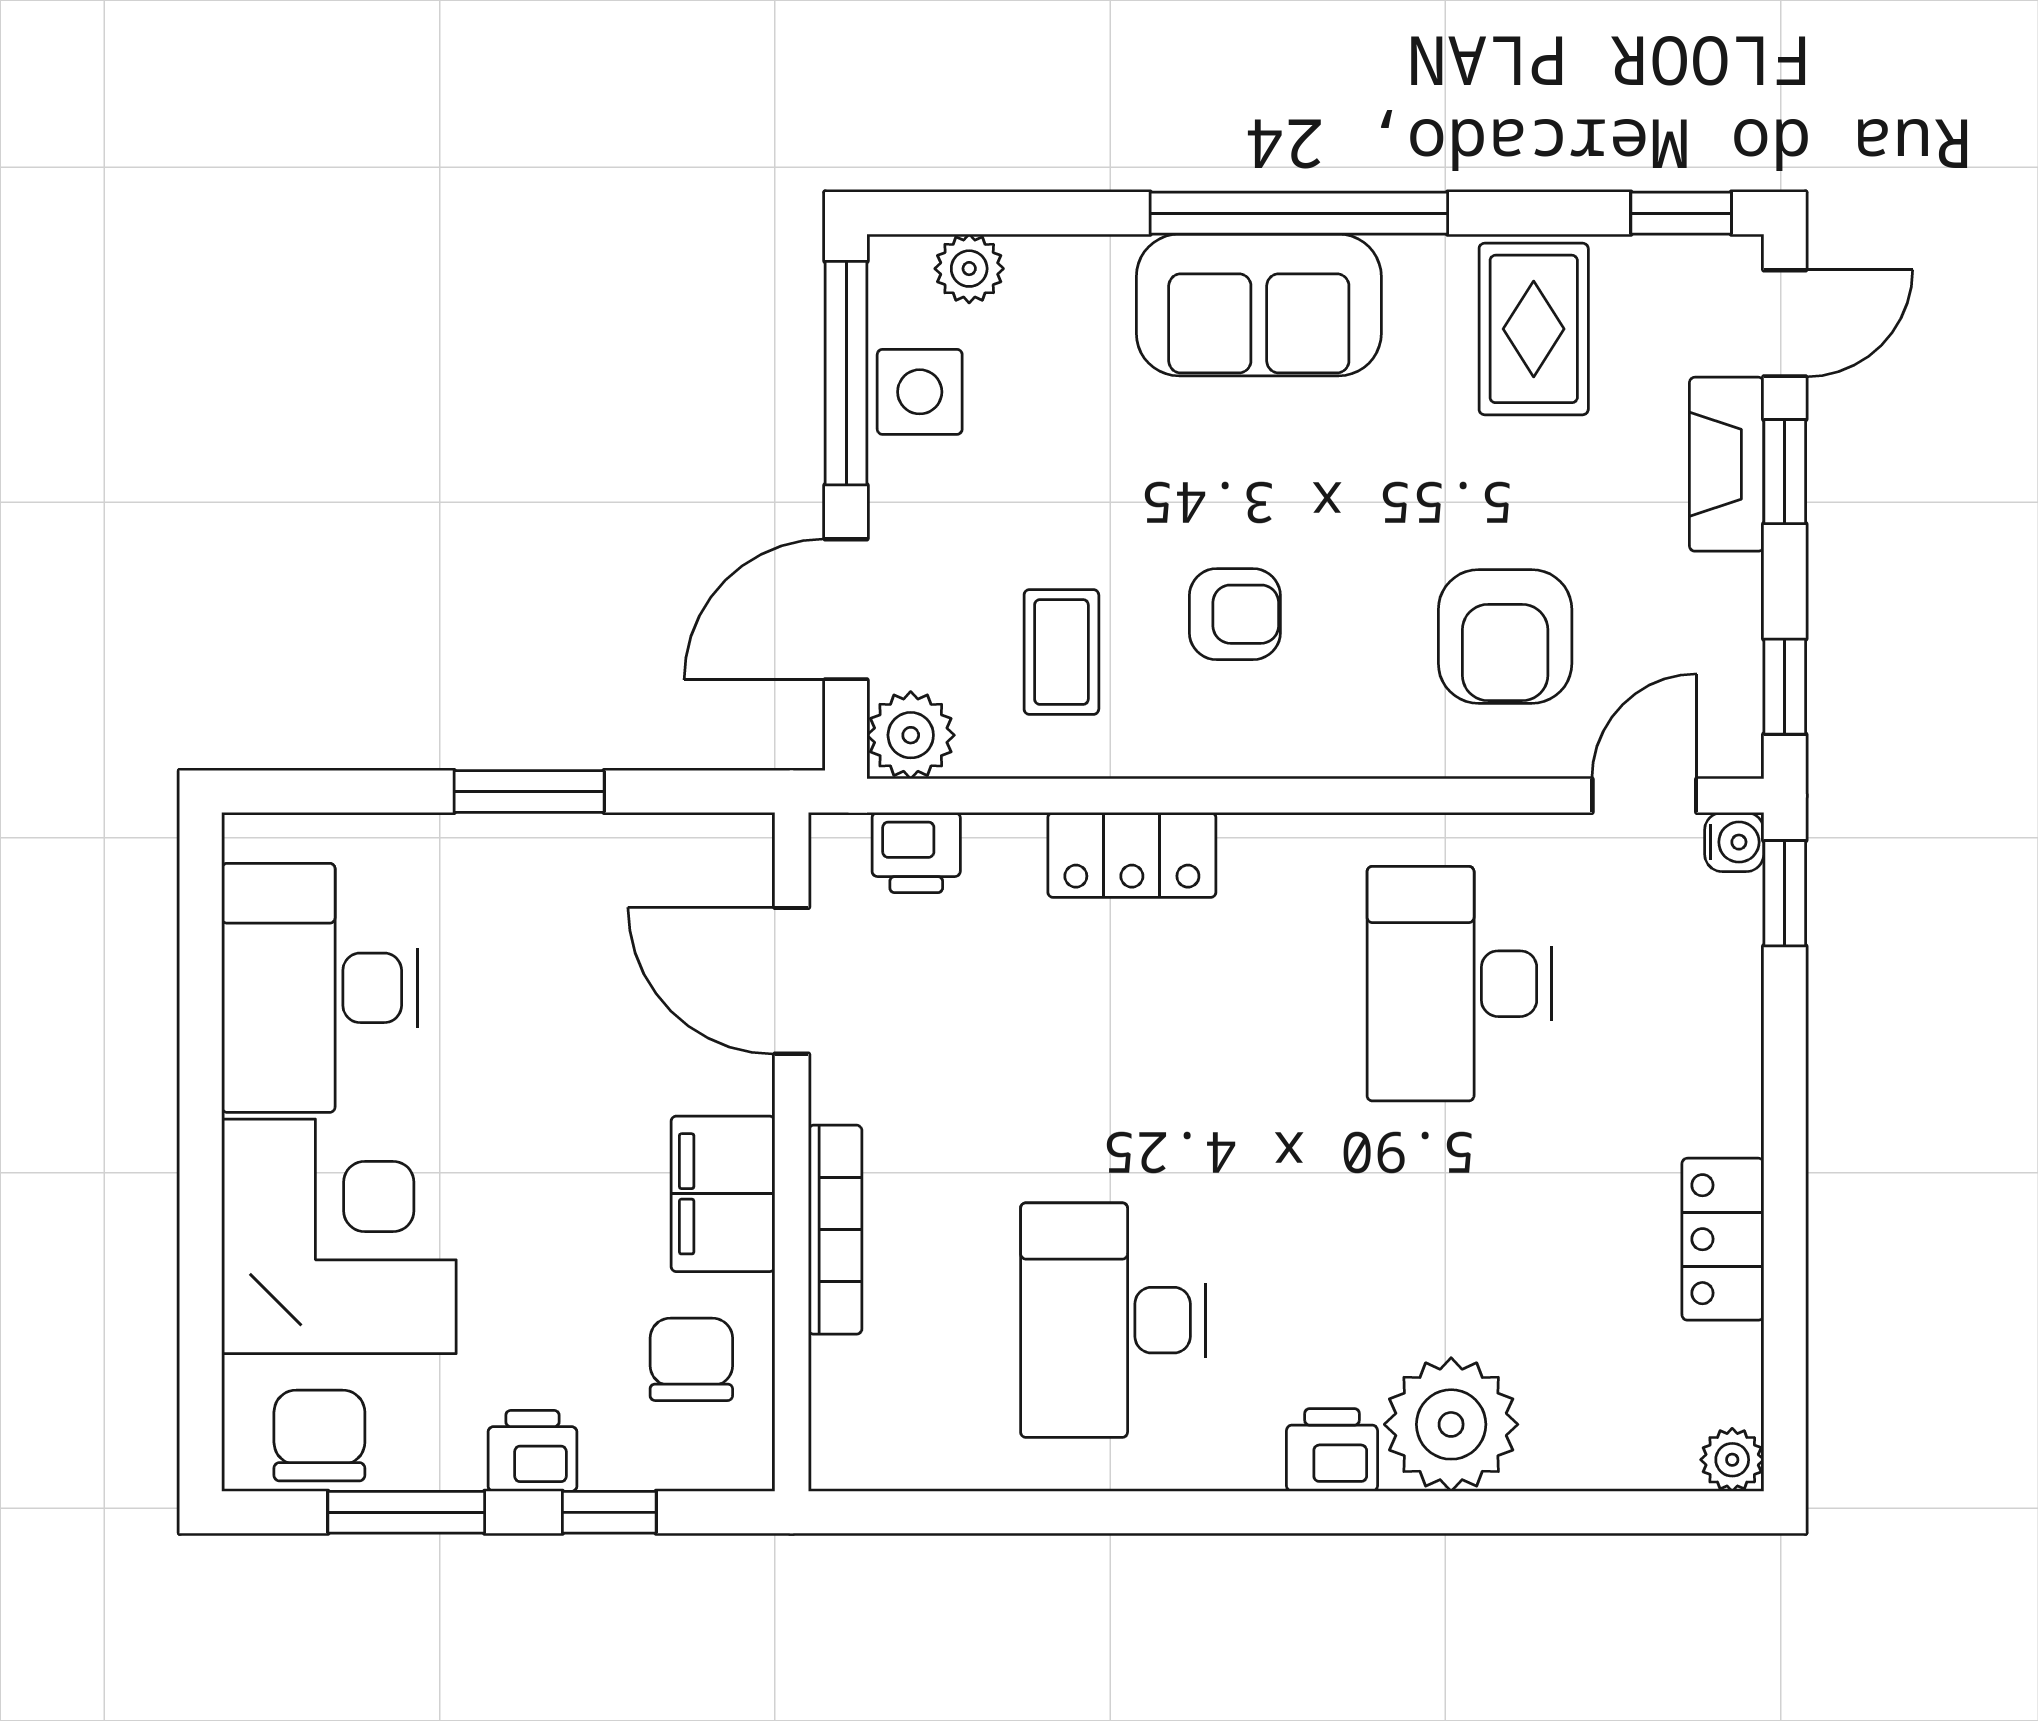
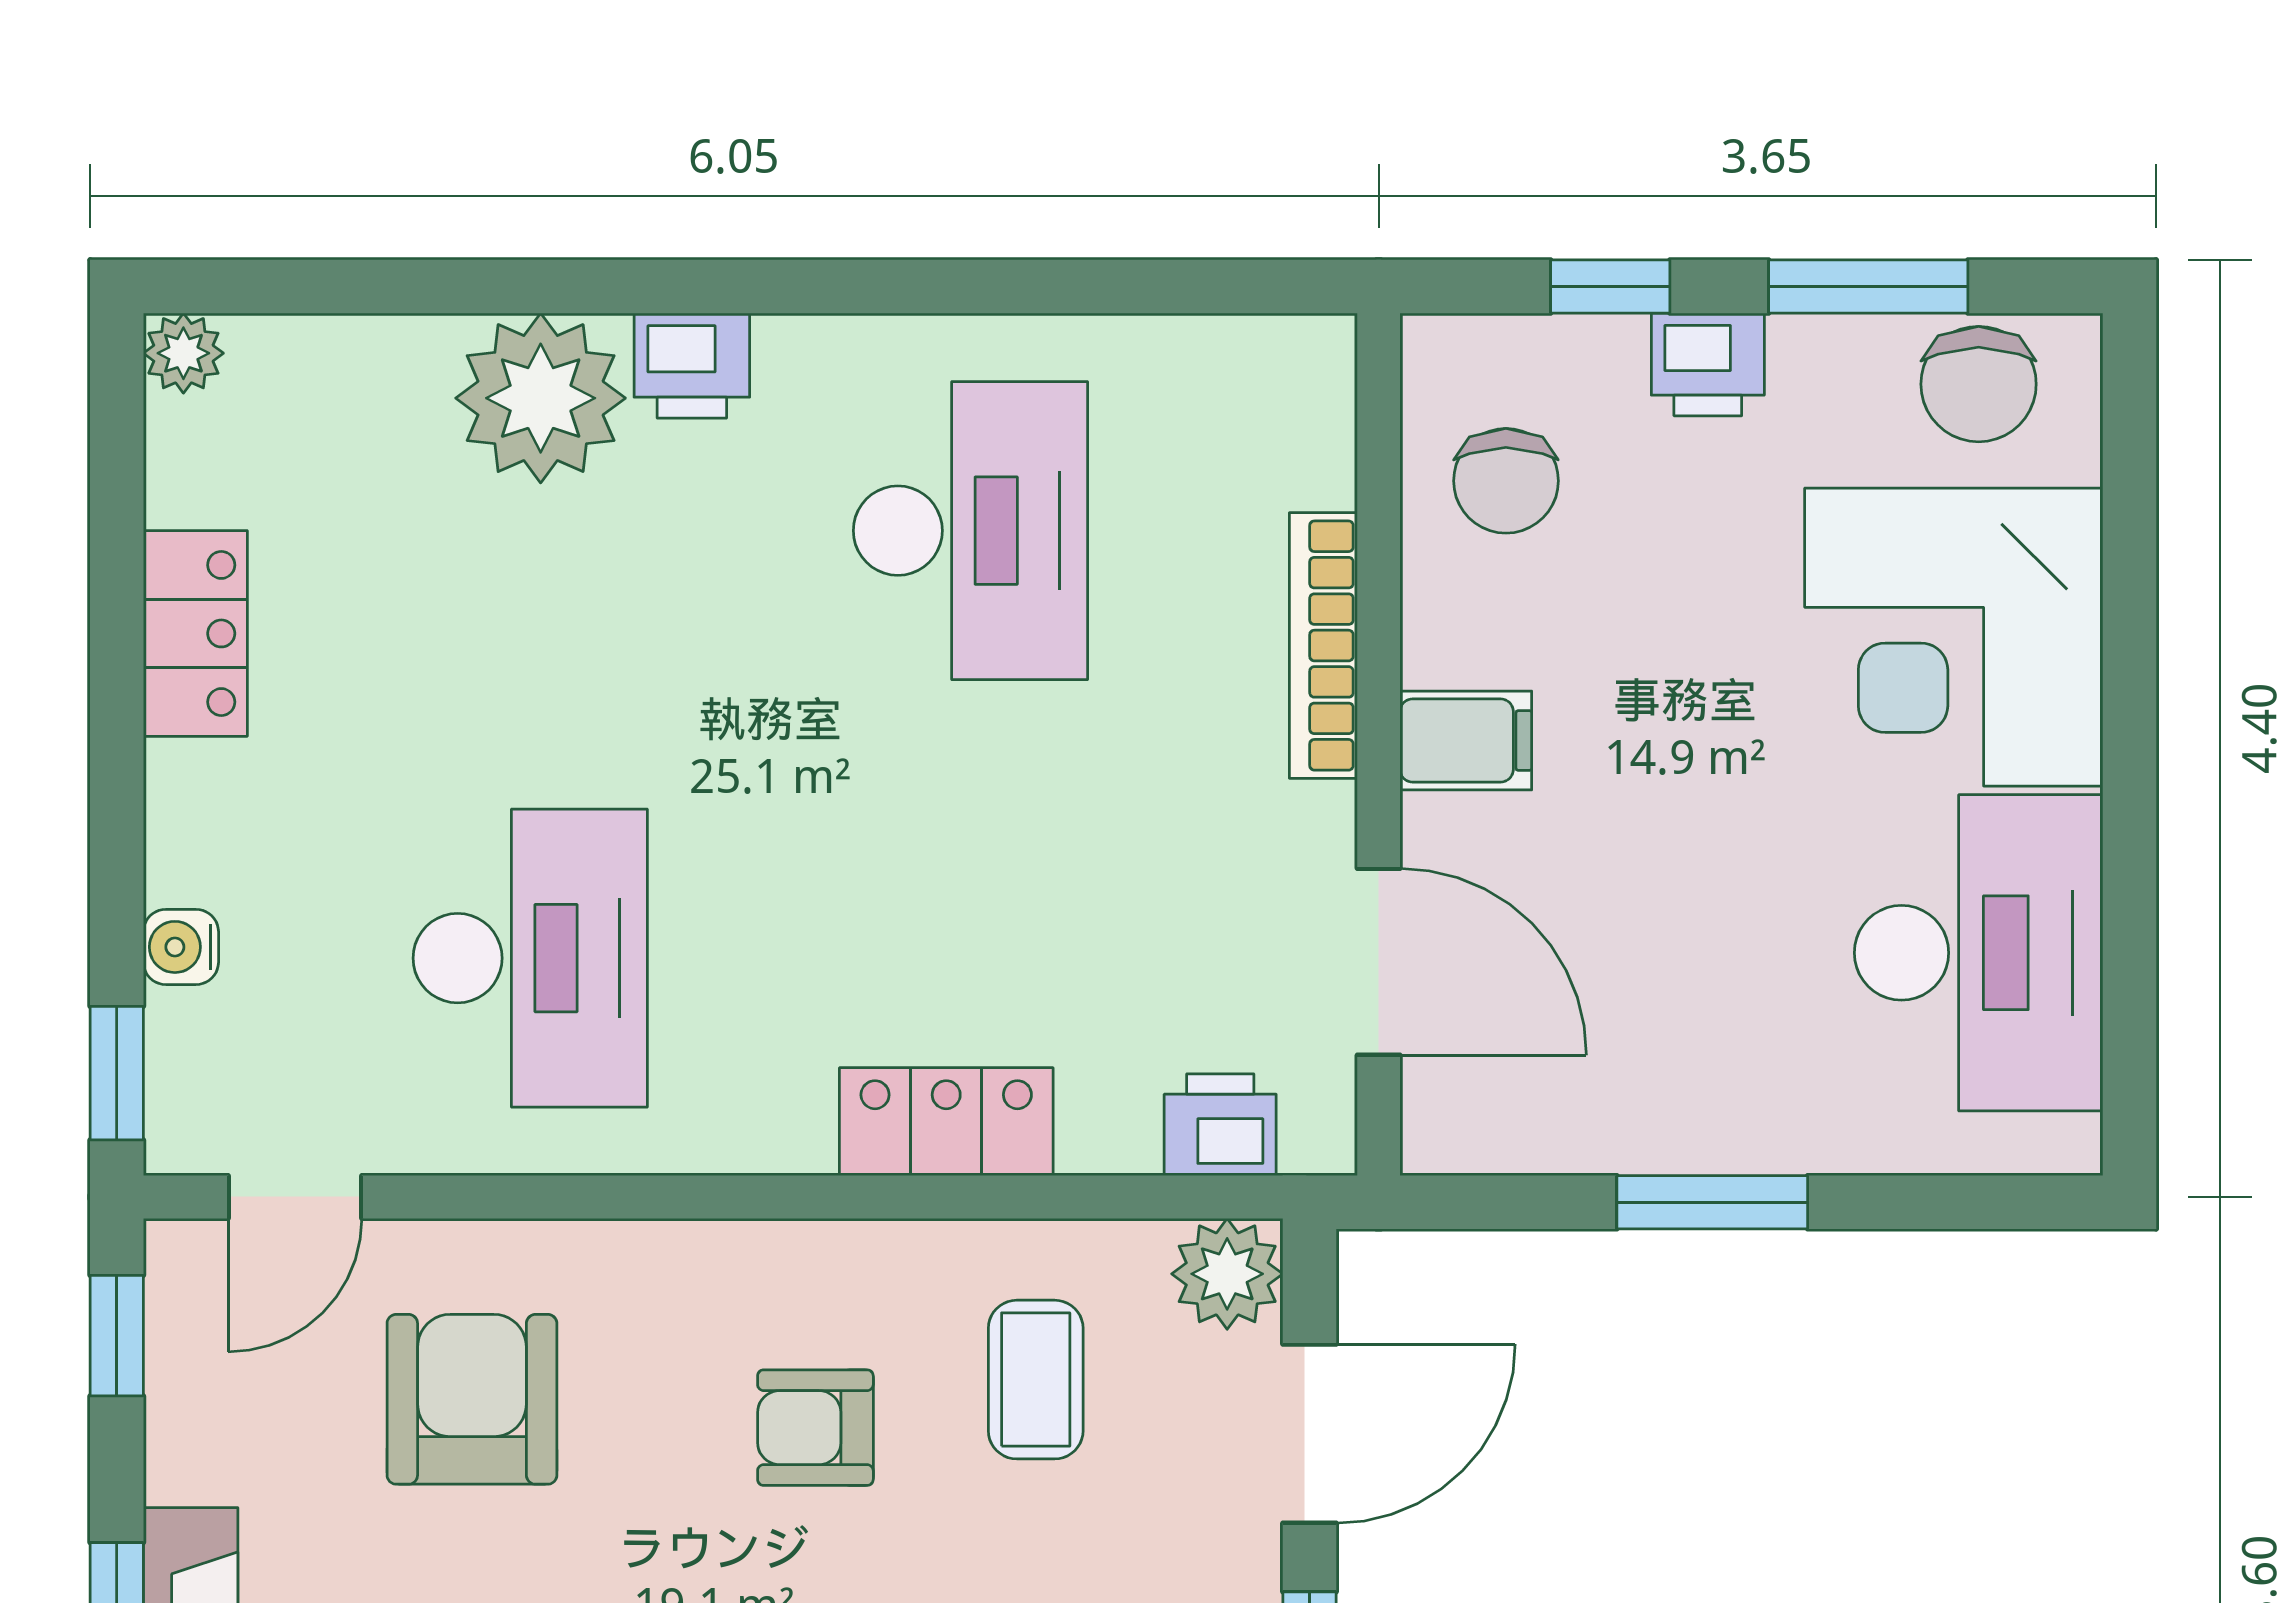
water cooler: (1734, 842) -> (181, 947), moved
filing cabinet: (723, 1194) -> (1466, 740), width x0.50

